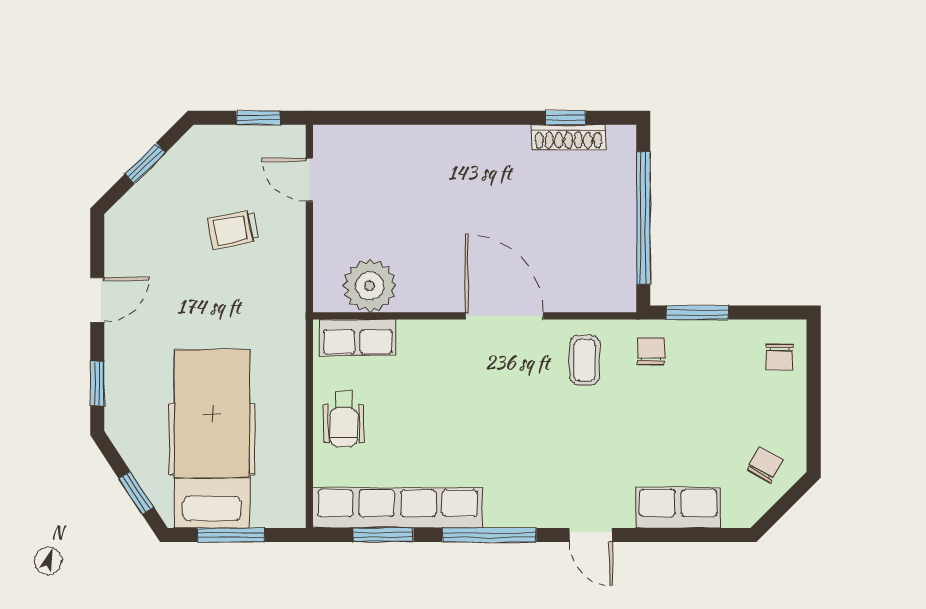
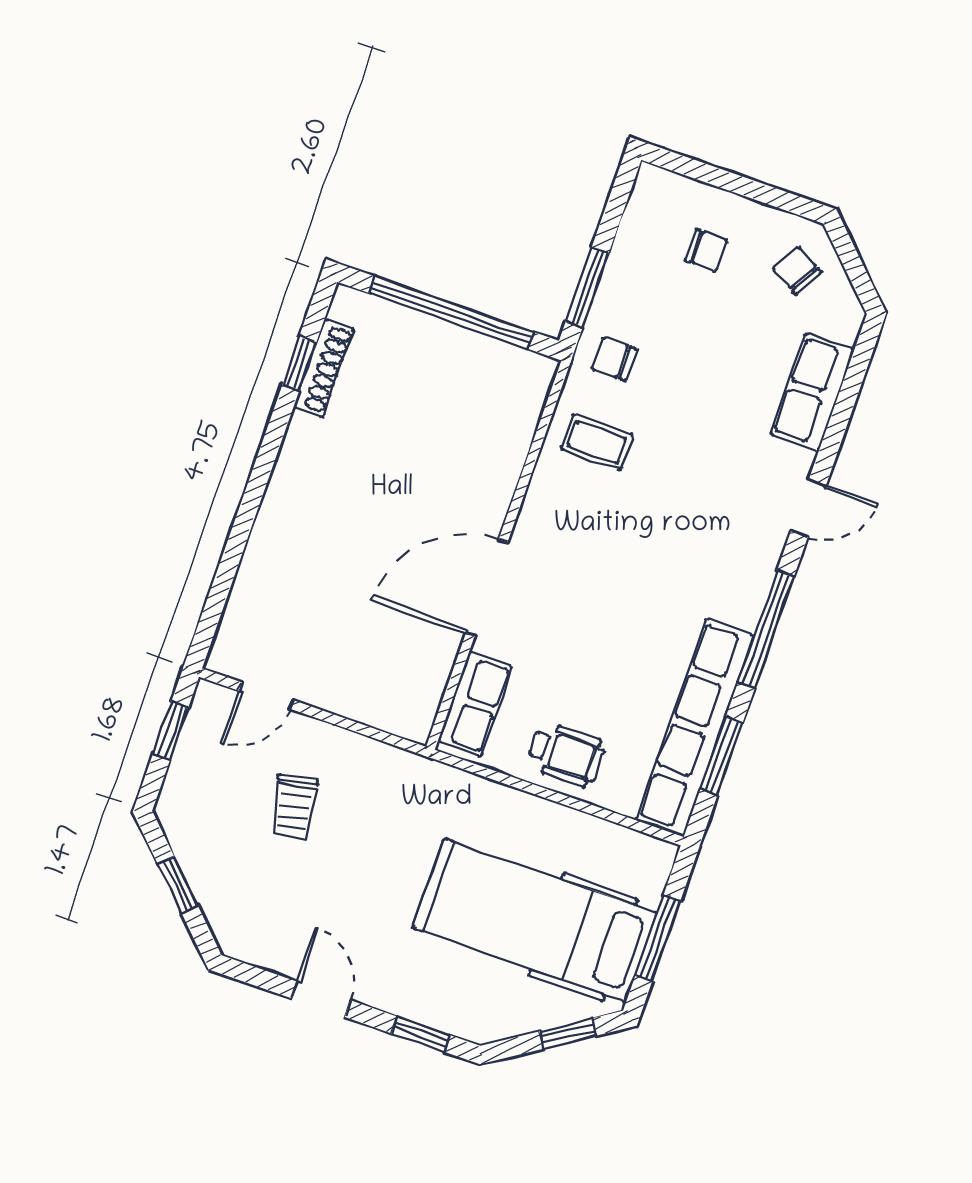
plant: (370, 286) -> (418, 668), removed
door: (504, 316) -> (487, 588), moved
chair: (779, 357) -> (706, 250), moved

